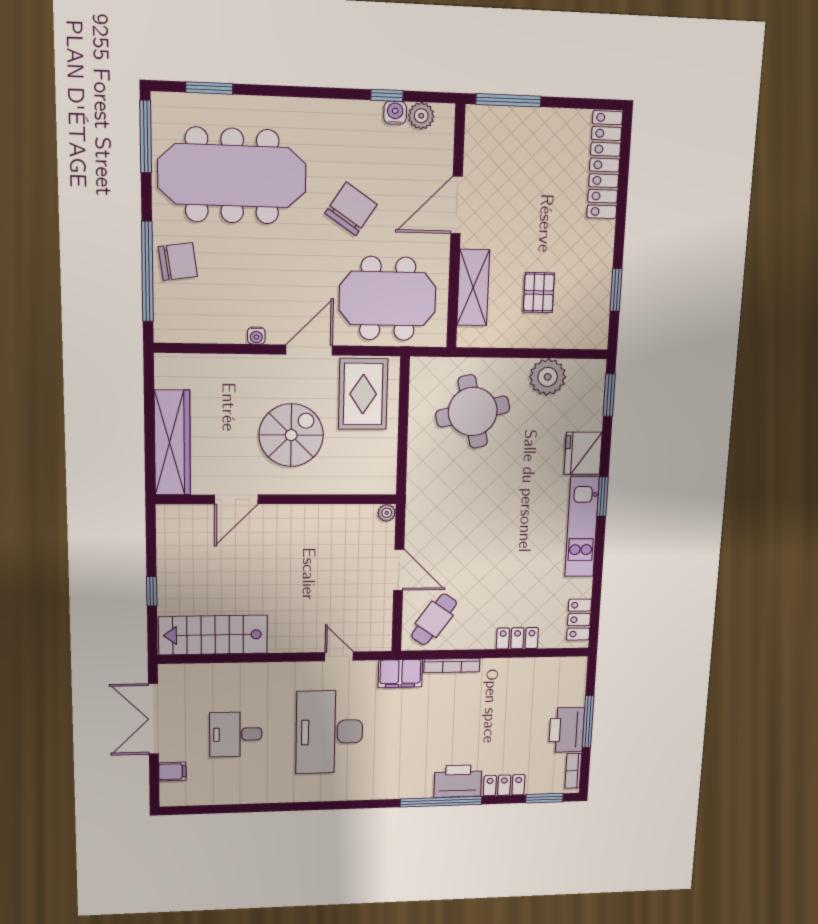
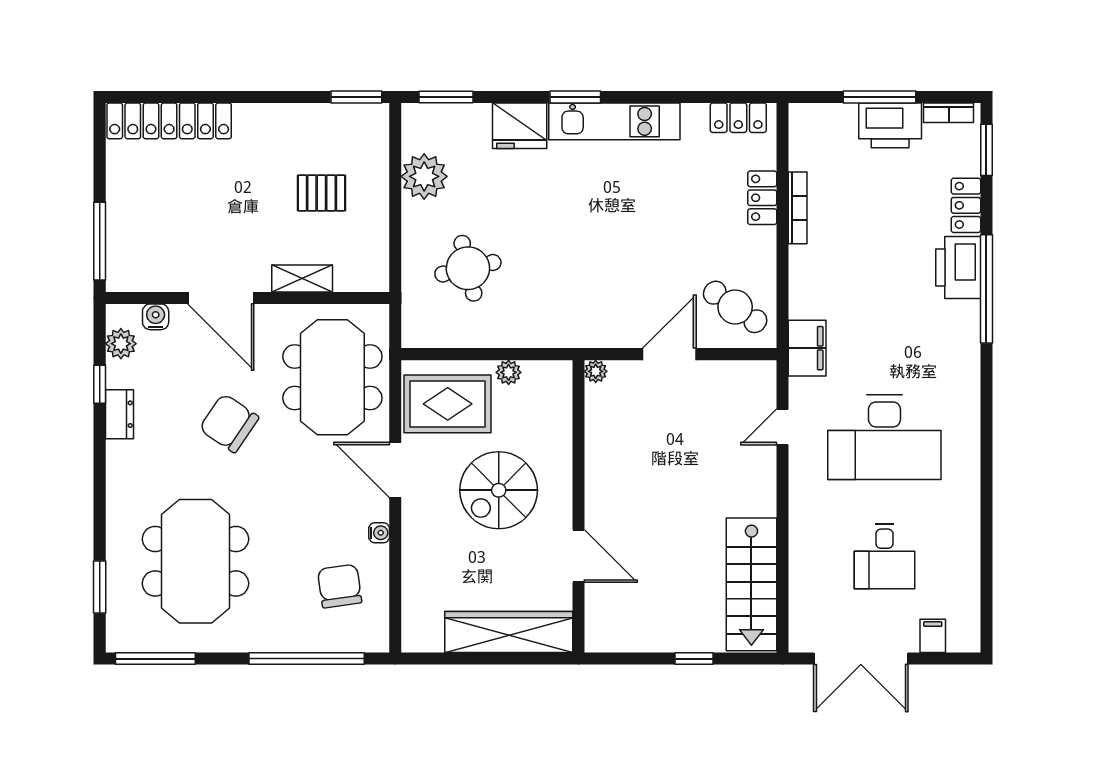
dresser: (361, 112) -> (119, 414), added
water cooler: (395, 113) -> (156, 317), moved, turned 90
meeting table: (232, 176) -> (196, 561), width x0.73
chair: (178, 262) -> (340, 586), moved
shelving: (473, 288) -> (302, 278), width x0.67, depth x0.75
window: (616, 290) -> (356, 97), moved
round table: (473, 411) -> (468, 268), width x0.73, depth x0.73
spiral stairs: (291, 435) -> (499, 490), turned -90
plant: (388, 444) -> (509, 372), added
bookcase: (452, 666) -> (798, 208), moved

